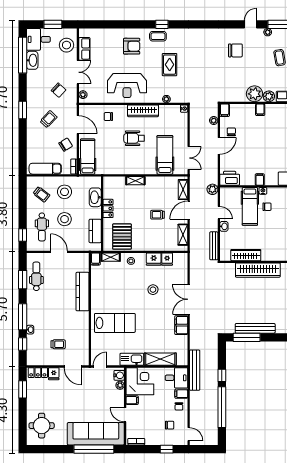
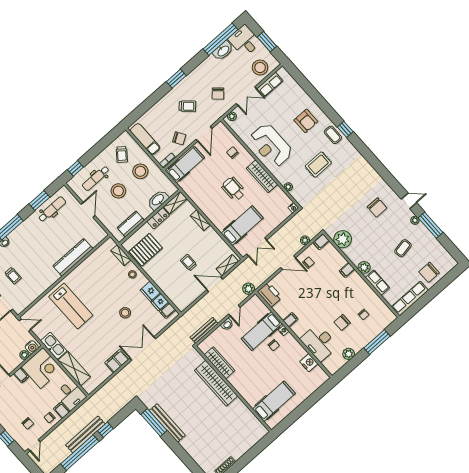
plant: (255, 94) -> (343, 239), moved
shelving: (183, 235) -> (175, 203), moved
filing cabinet: (96, 259) -> (168, 311), moved
bench: (195, 370) -> (85, 434), moved

